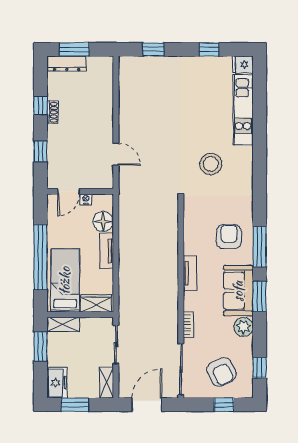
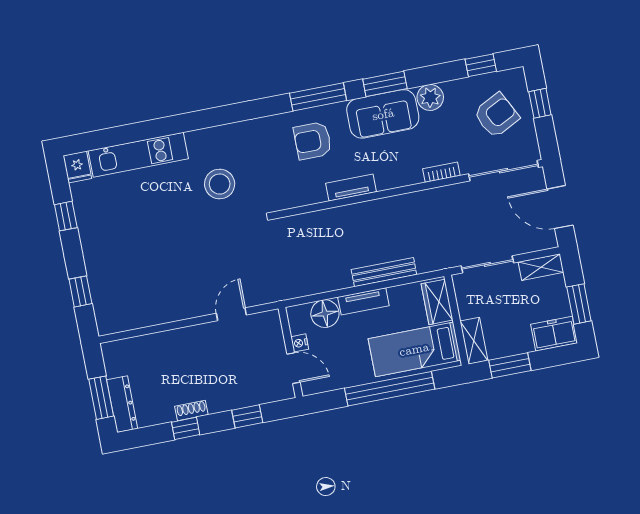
bench: (125, 269) -> (384, 272), added
tv unit: (190, 273) -> (351, 188), moved

